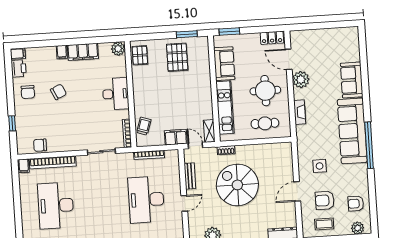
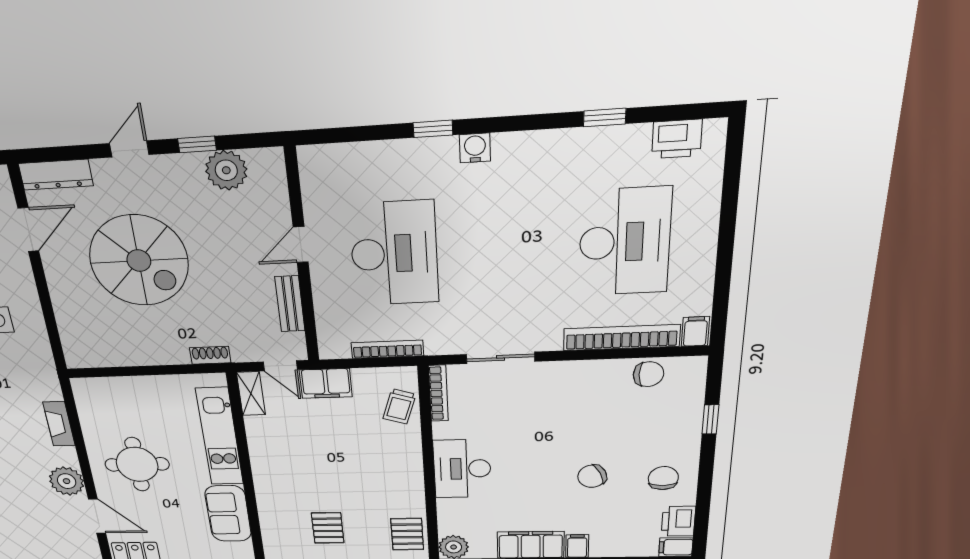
pallet: (177, 57) -> (328, 528), width x0.67, depth x0.71
cafe table: (265, 123) -> (130, 405), removed
spiral stairs: (237, 185) -> (139, 261), moved
door: (297, 191) -> (28, 230), moved

